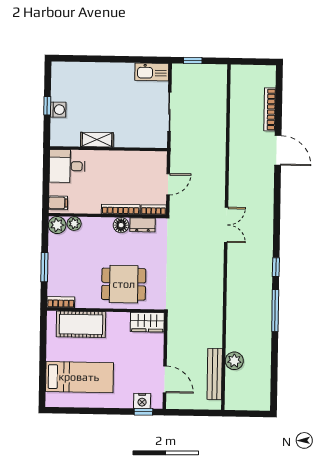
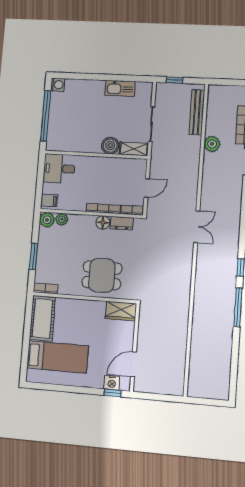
kitchen sink: (152, 72) -> (120, 88), moved
window: (47, 106) -> (46, 116), width x3.17
washing machine: (58, 110) -> (58, 85), moved
boiler: (124, 138) -> (110, 146), added
shelving: (97, 140) -> (134, 149), moved
cot: (81, 324) -> (42, 318), moved, turned 90
plant: (234, 361) -> (212, 144), moved
bench: (215, 374) -> (197, 112), moved
door: (165, 379) -> (133, 364), swing flipped

